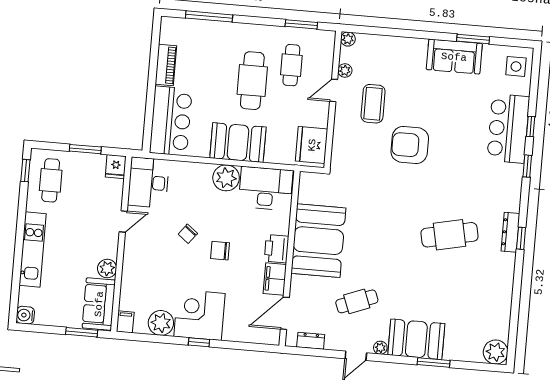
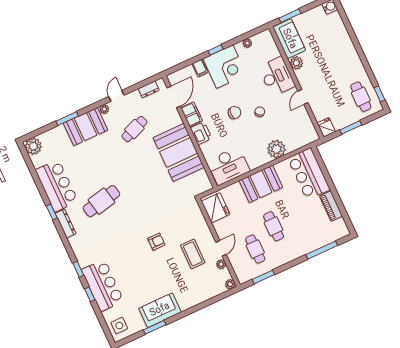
cafe table: (252, 81) -> (274, 226), width x0.73, depth x0.74
armchair: (410, 145) -> (156, 242), width x0.53, depth x0.53
plant: (226, 178) -> (276, 149), moved
desk: (148, 182) -> (277, 76), moved
window: (521, 238) -> (52, 212), moved
kitchen unit: (33, 249) -> (348, 49), removed
bar counter: (495, 286) -> (57, 186), added
filing cabinet: (125, 322) -> (200, 68), moved
plant: (161, 323) -> (247, 43), width x0.53, depth x0.53

